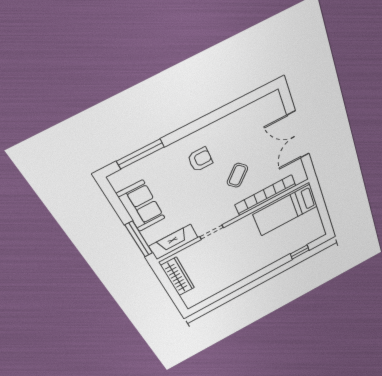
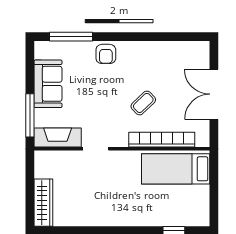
armchair: (200, 159) -> (106, 54), moved, turned 90
wardrobe: (178, 277) -> (43, 203), moved

